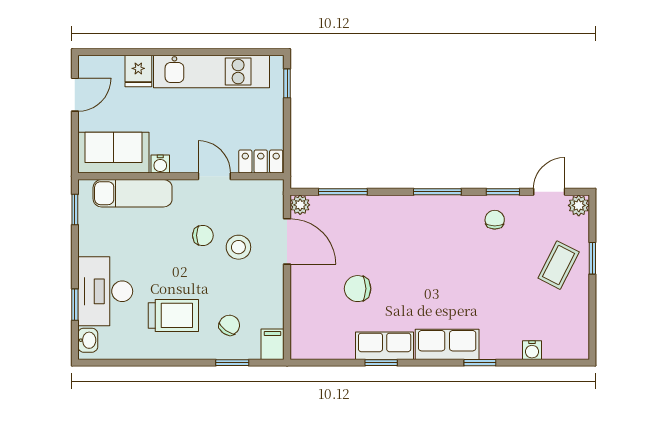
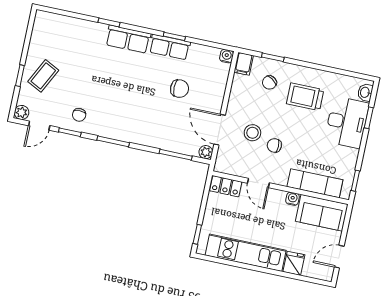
water cooler: (532, 350) -> (227, 56), moved

